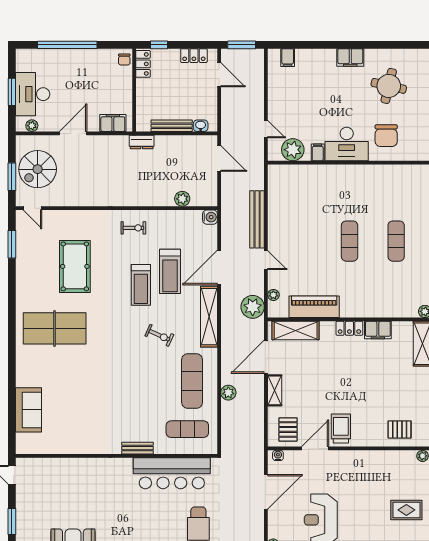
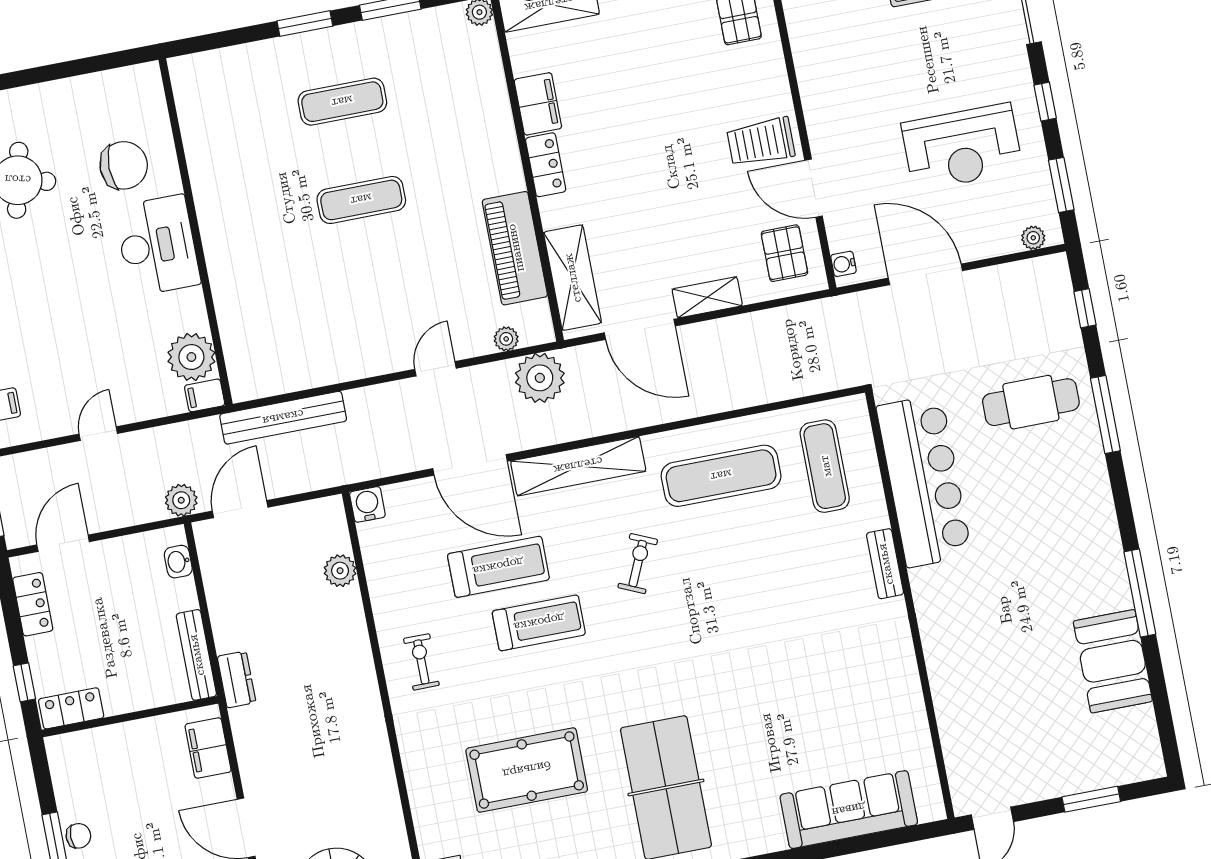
chair: (124, 60) -> (78, 836), moved
bench: (172, 126) -> (196, 655), moved
door: (266, 129) -> (98, 434), moved
filing cabinet: (318, 152) -> (205, 395), moved
bench: (257, 219) -> (283, 418), moved
plant: (228, 393) -> (181, 500), moved
sofa: (28, 410) -> (849, 810), width x1.36
pallet: (288, 429) -> (784, 253), turned 90

